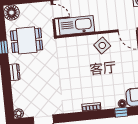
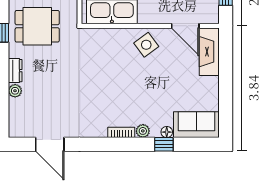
plant: (106, 104) -> (143, 131), added
plant: (19, 113) -> (15, 91), moved

